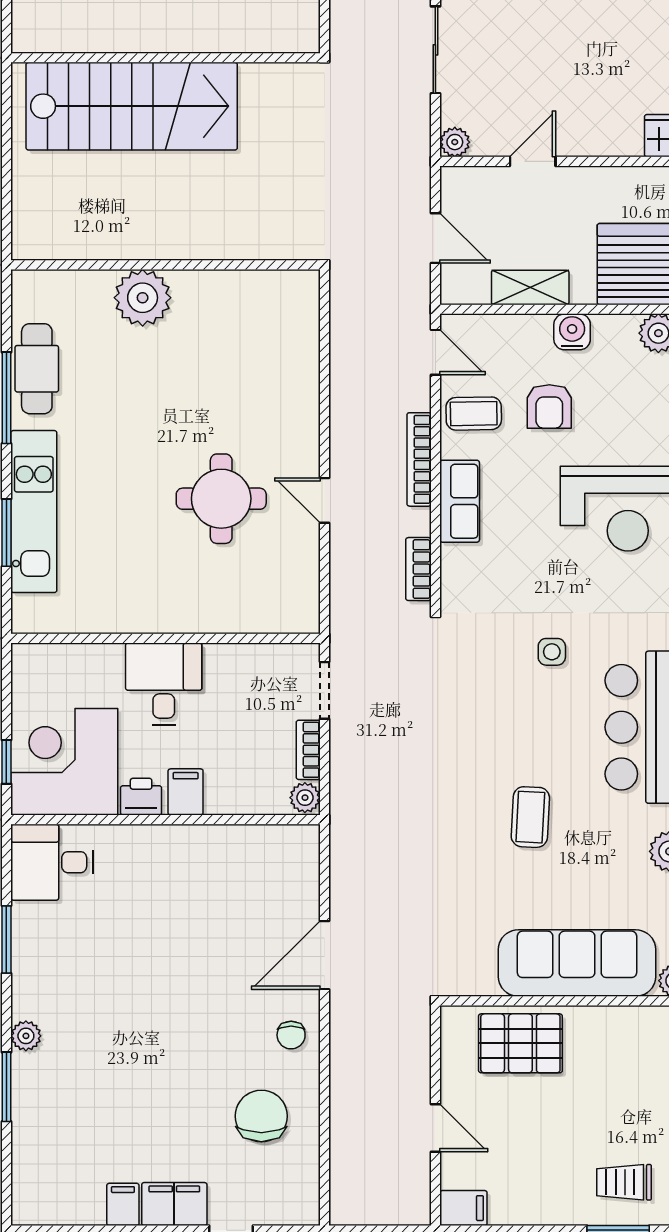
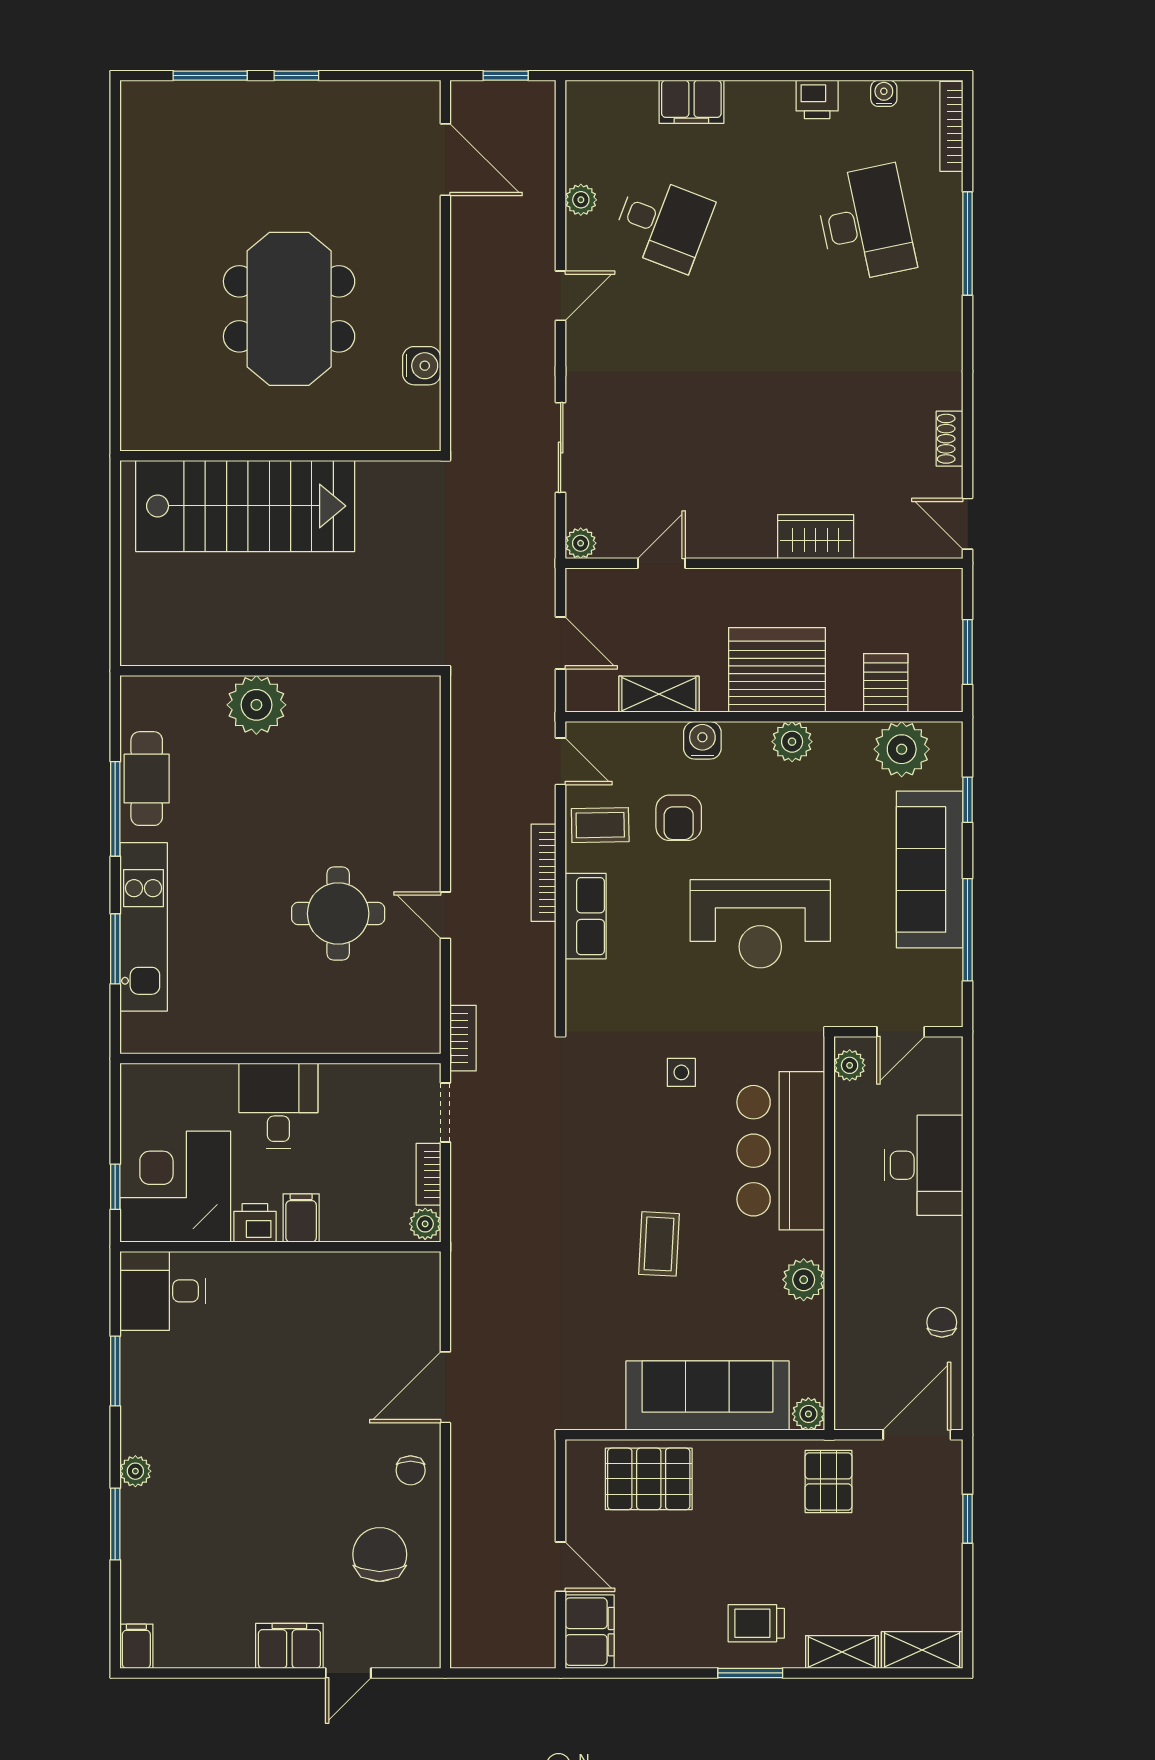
bookcase: (418, 569) -> (463, 1038), moved, turned 180
filing cabinet: (123, 1204) -> (136, 1646), moved
filing cabinet: (463, 1208) -> (590, 1632), width x2.00

